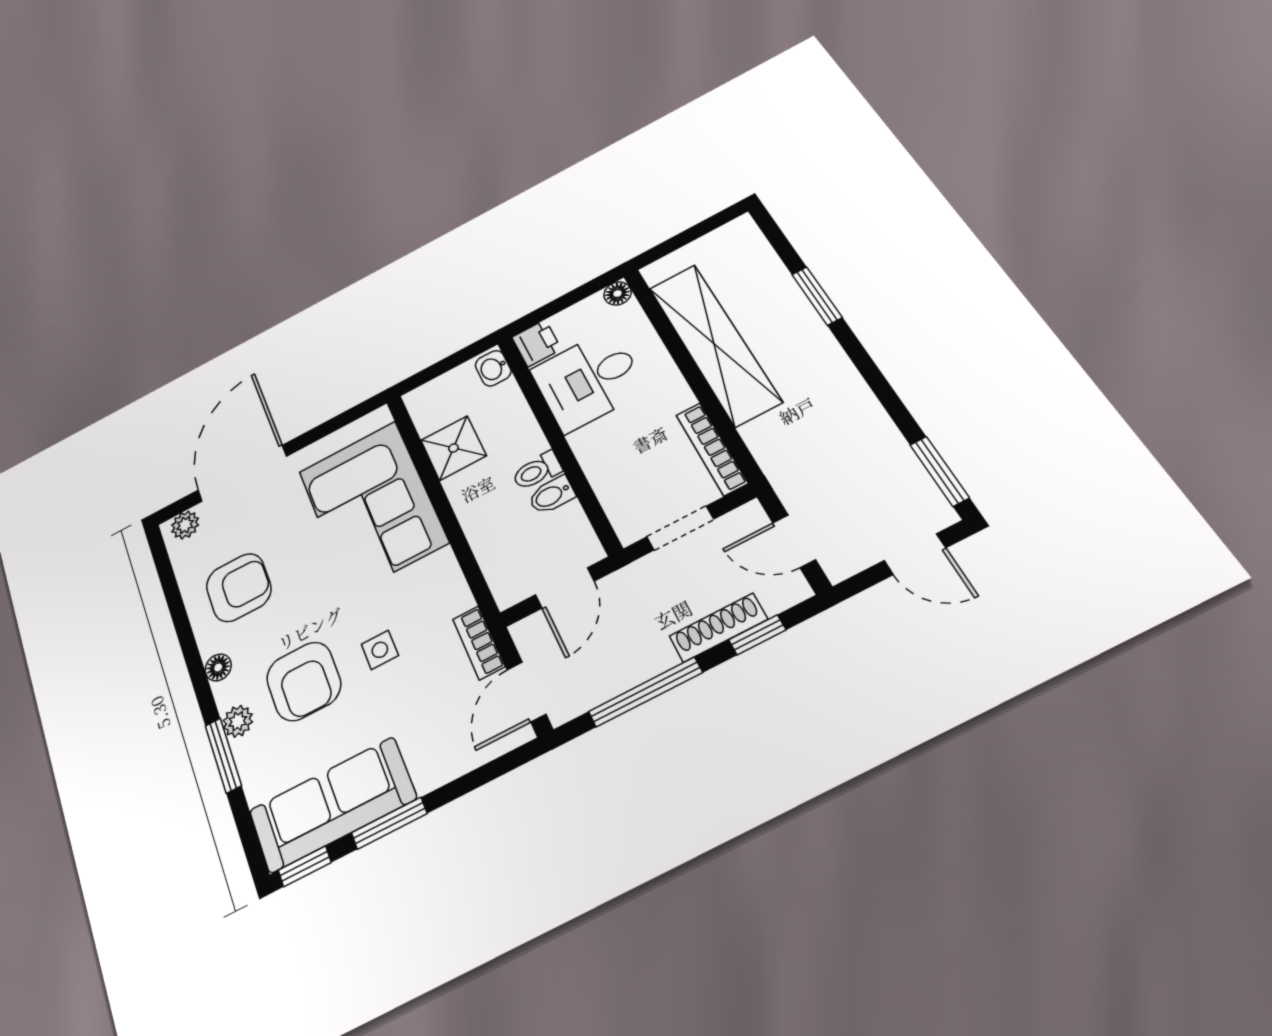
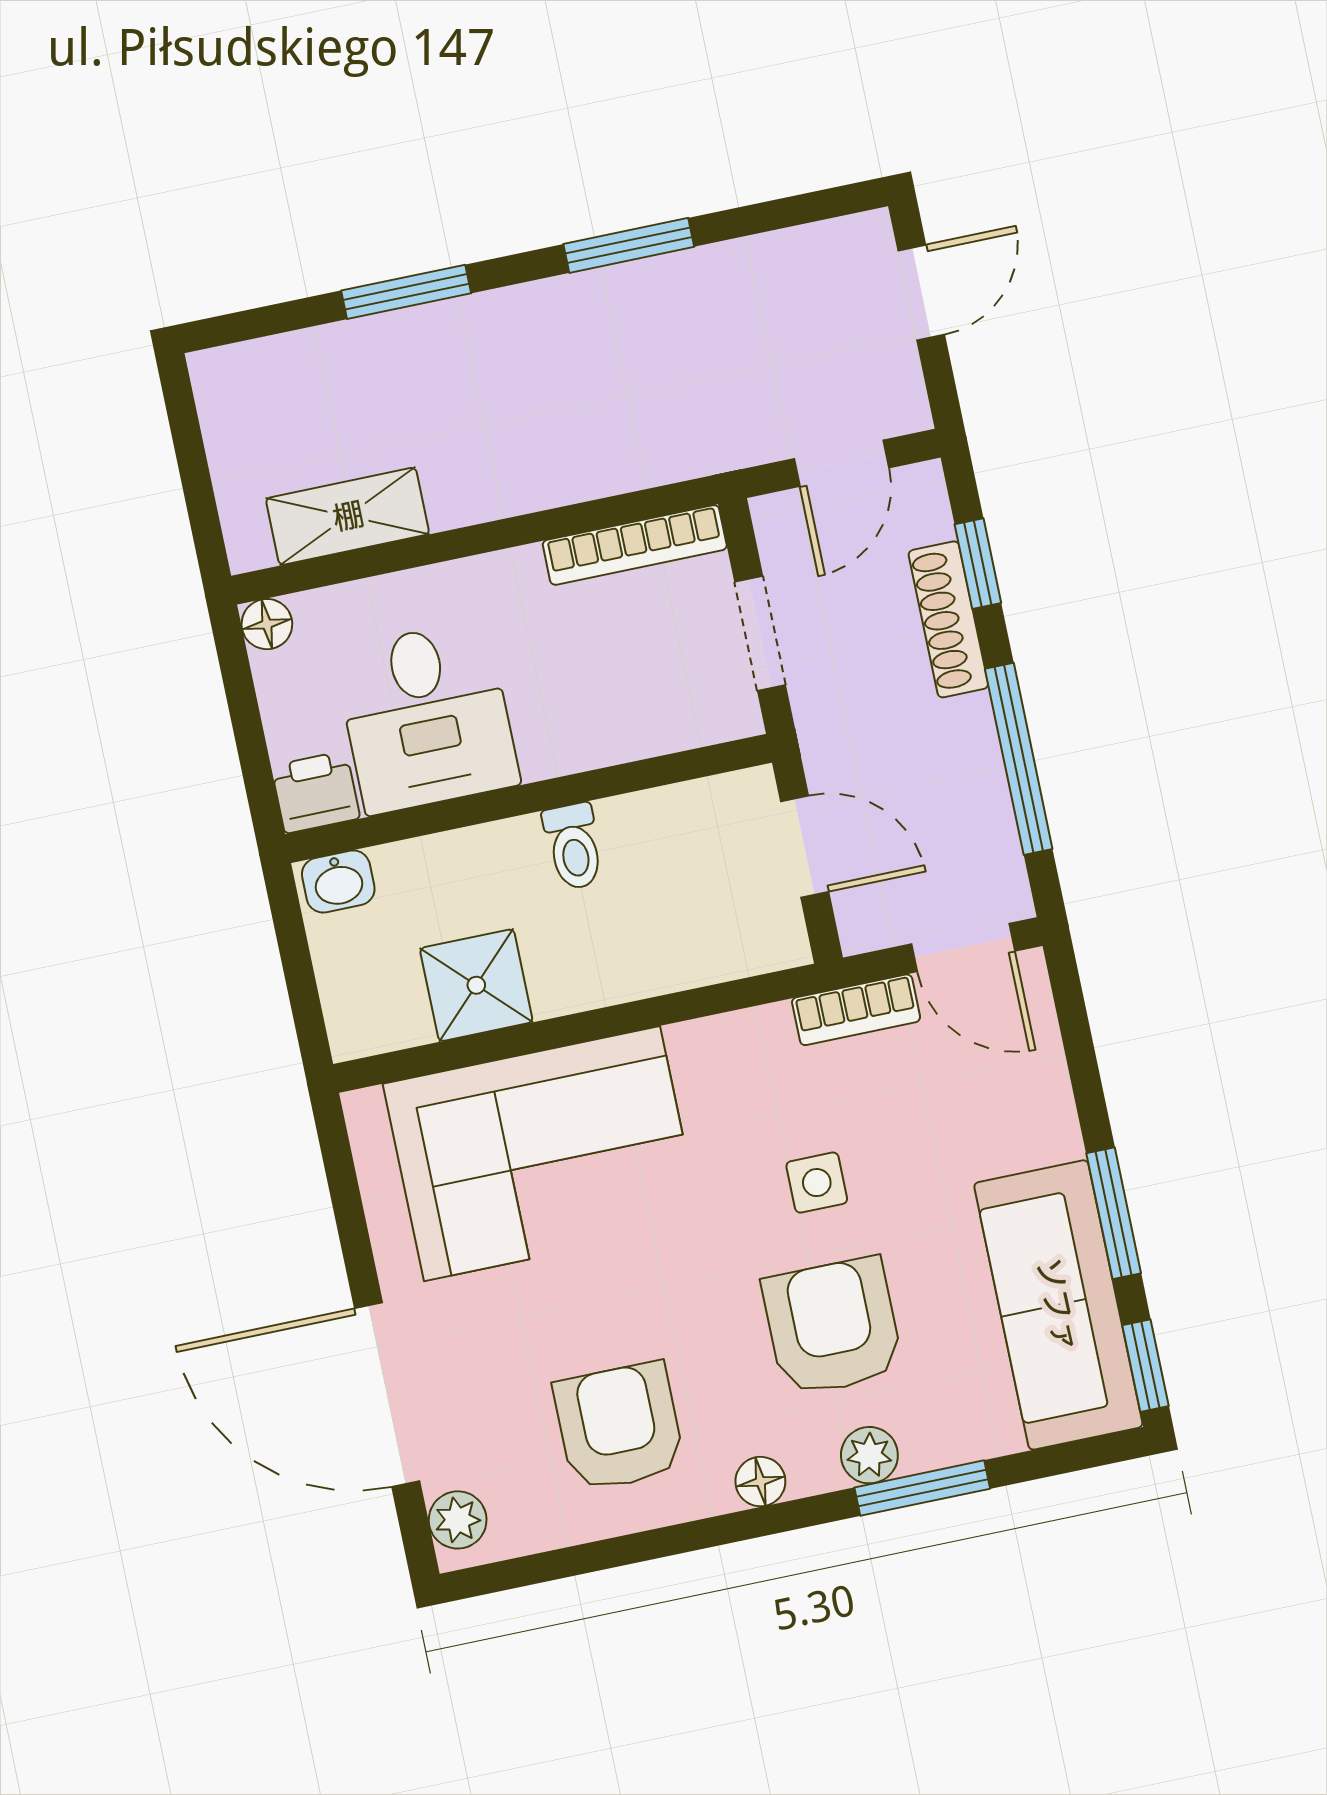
shelving: (714, 344) -> (348, 516), width x0.45, depth x0.75
window: (939, 471) -> (629, 245), moved
bidet: (552, 495) -> (629, 831), removed
armchair: (304, 681) -> (833, 1327), turned -90

